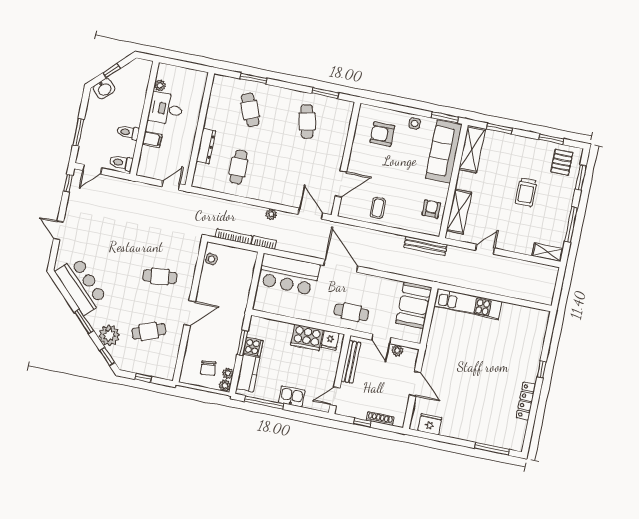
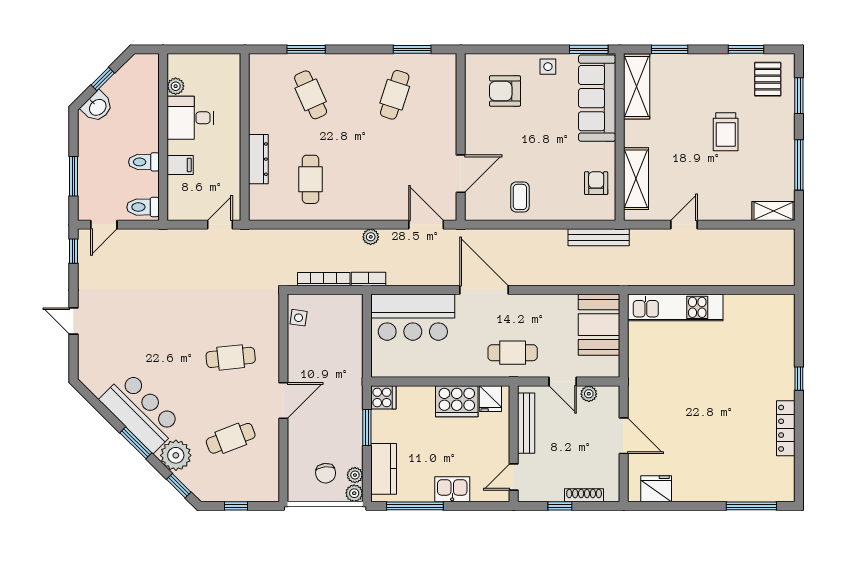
cafe table: (307, 121) -> (395, 95), turned 30
bar counter: (81, 286) -> (141, 412), moved
cooker: (253, 347) -> (383, 397), moved

